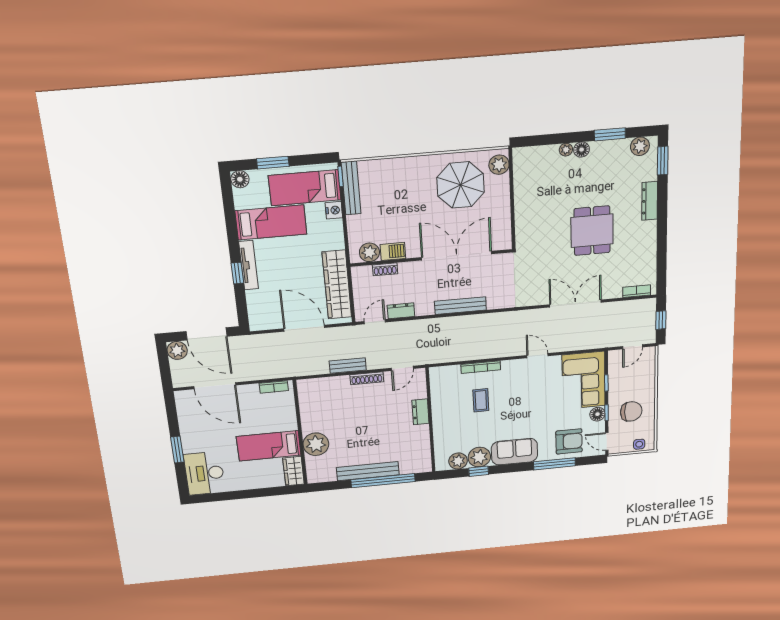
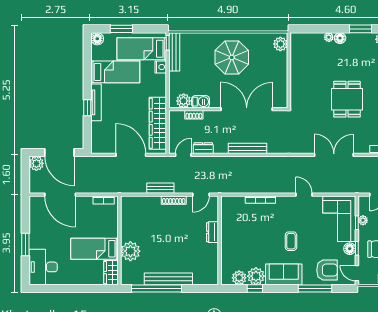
parasol: (461, 185) -> (232, 57), moved
plant: (614, 379) -> (363, 220), added
coffee table: (481, 400) -> (291, 241), moved
window: (383, 481) -> (156, 289), moved

